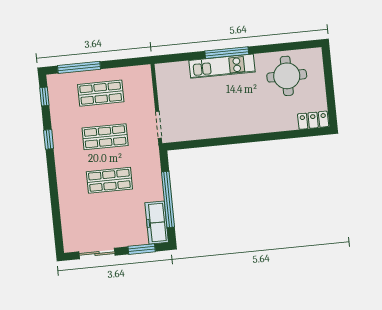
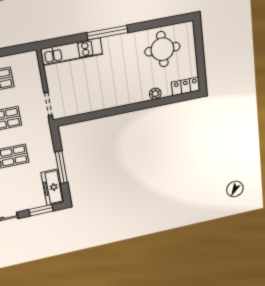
kitchen unit: (222, 66) -> (72, 52), moved
plant: (278, 125) -> (155, 94), added
window: (168, 199) -> (61, 167), width x0.68

